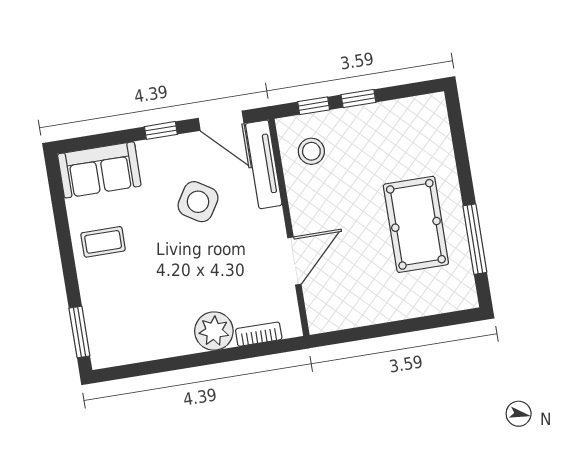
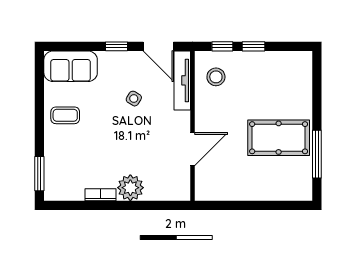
side table: (198, 202) -> (134, 99), width x0.54, depth x0.54
pool table: (416, 224) -> (279, 138), turned 90
bookcase: (259, 334) -> (101, 195), moved

